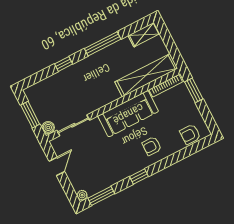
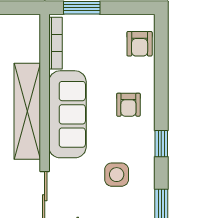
shelving: (146, 75) -> (27, 111), moved
side table: (108, 160) -> (117, 175), added

